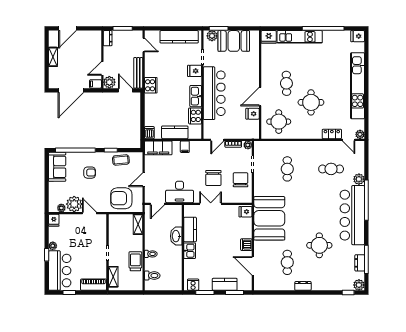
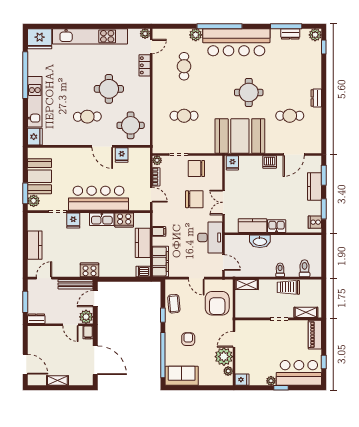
fridge: (358, 36) -> (40, 39), width x1.88, depth x1.34
kitchen counter: (179, 37) -> (35, 245), width x0.67
round table: (319, 245) -> (249, 92), moved

